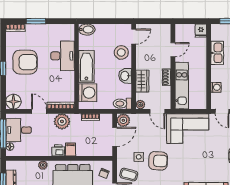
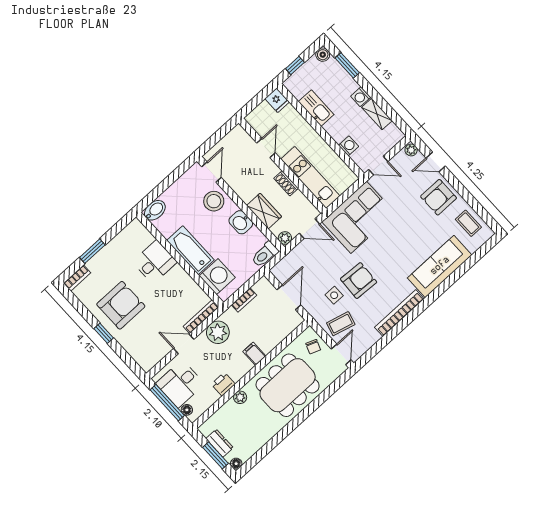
desk: (63, 56) -> (155, 262), width x0.73
floor lamp: (13, 102) -> (147, 358), removed
plant: (123, 120) -> (282, 271), removed
printer: (58, 150) -> (223, 384), moved

